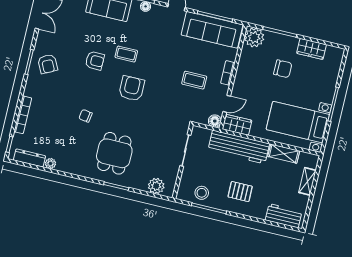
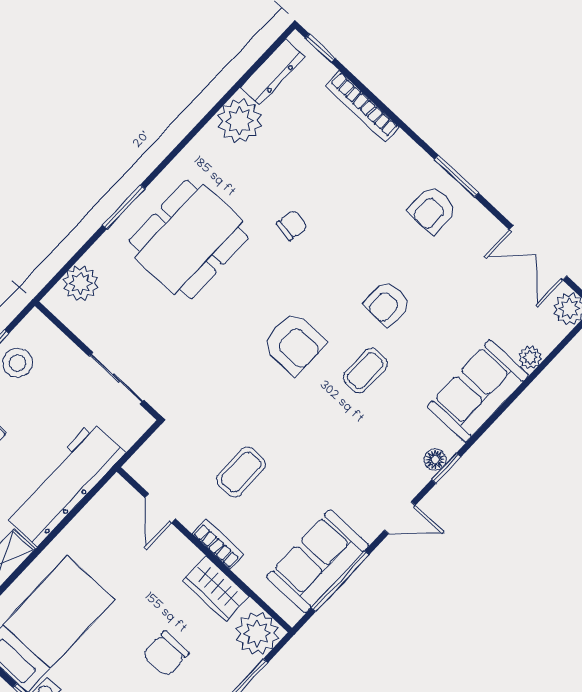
sofa: (212, 30) -> (318, 561), width x0.73
armchair: (48, 64) -> (432, 210), turned -63
floor lamp: (215, 121) -> (140, 467), removed
wardrobe: (237, 125) -> (216, 588), moved, turned 90
dining table: (114, 153) -> (189, 239), width x1.38
plant: (50, 164) -> (239, 121), width x1.88, depth x1.88

